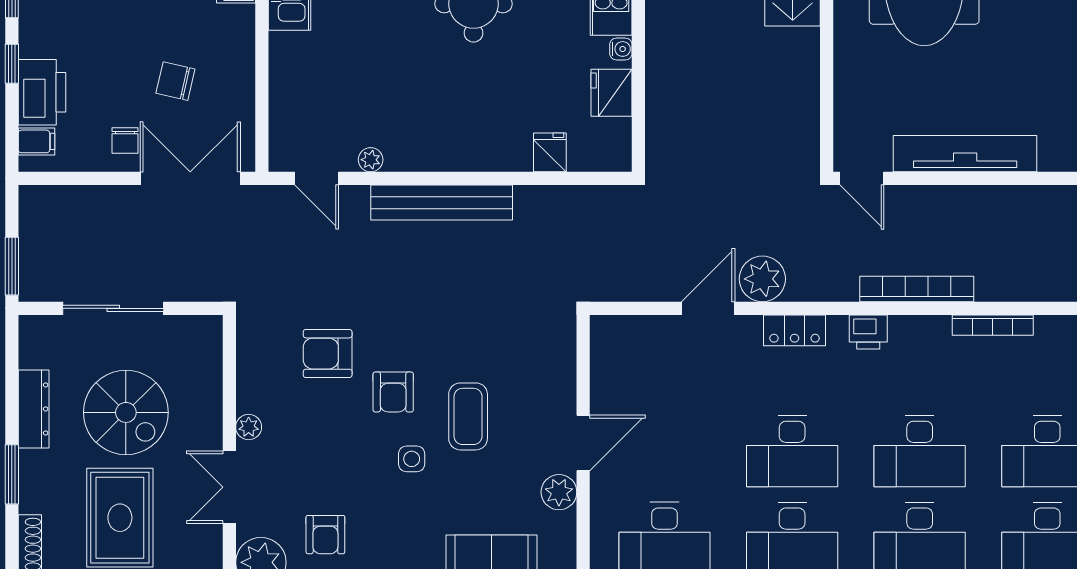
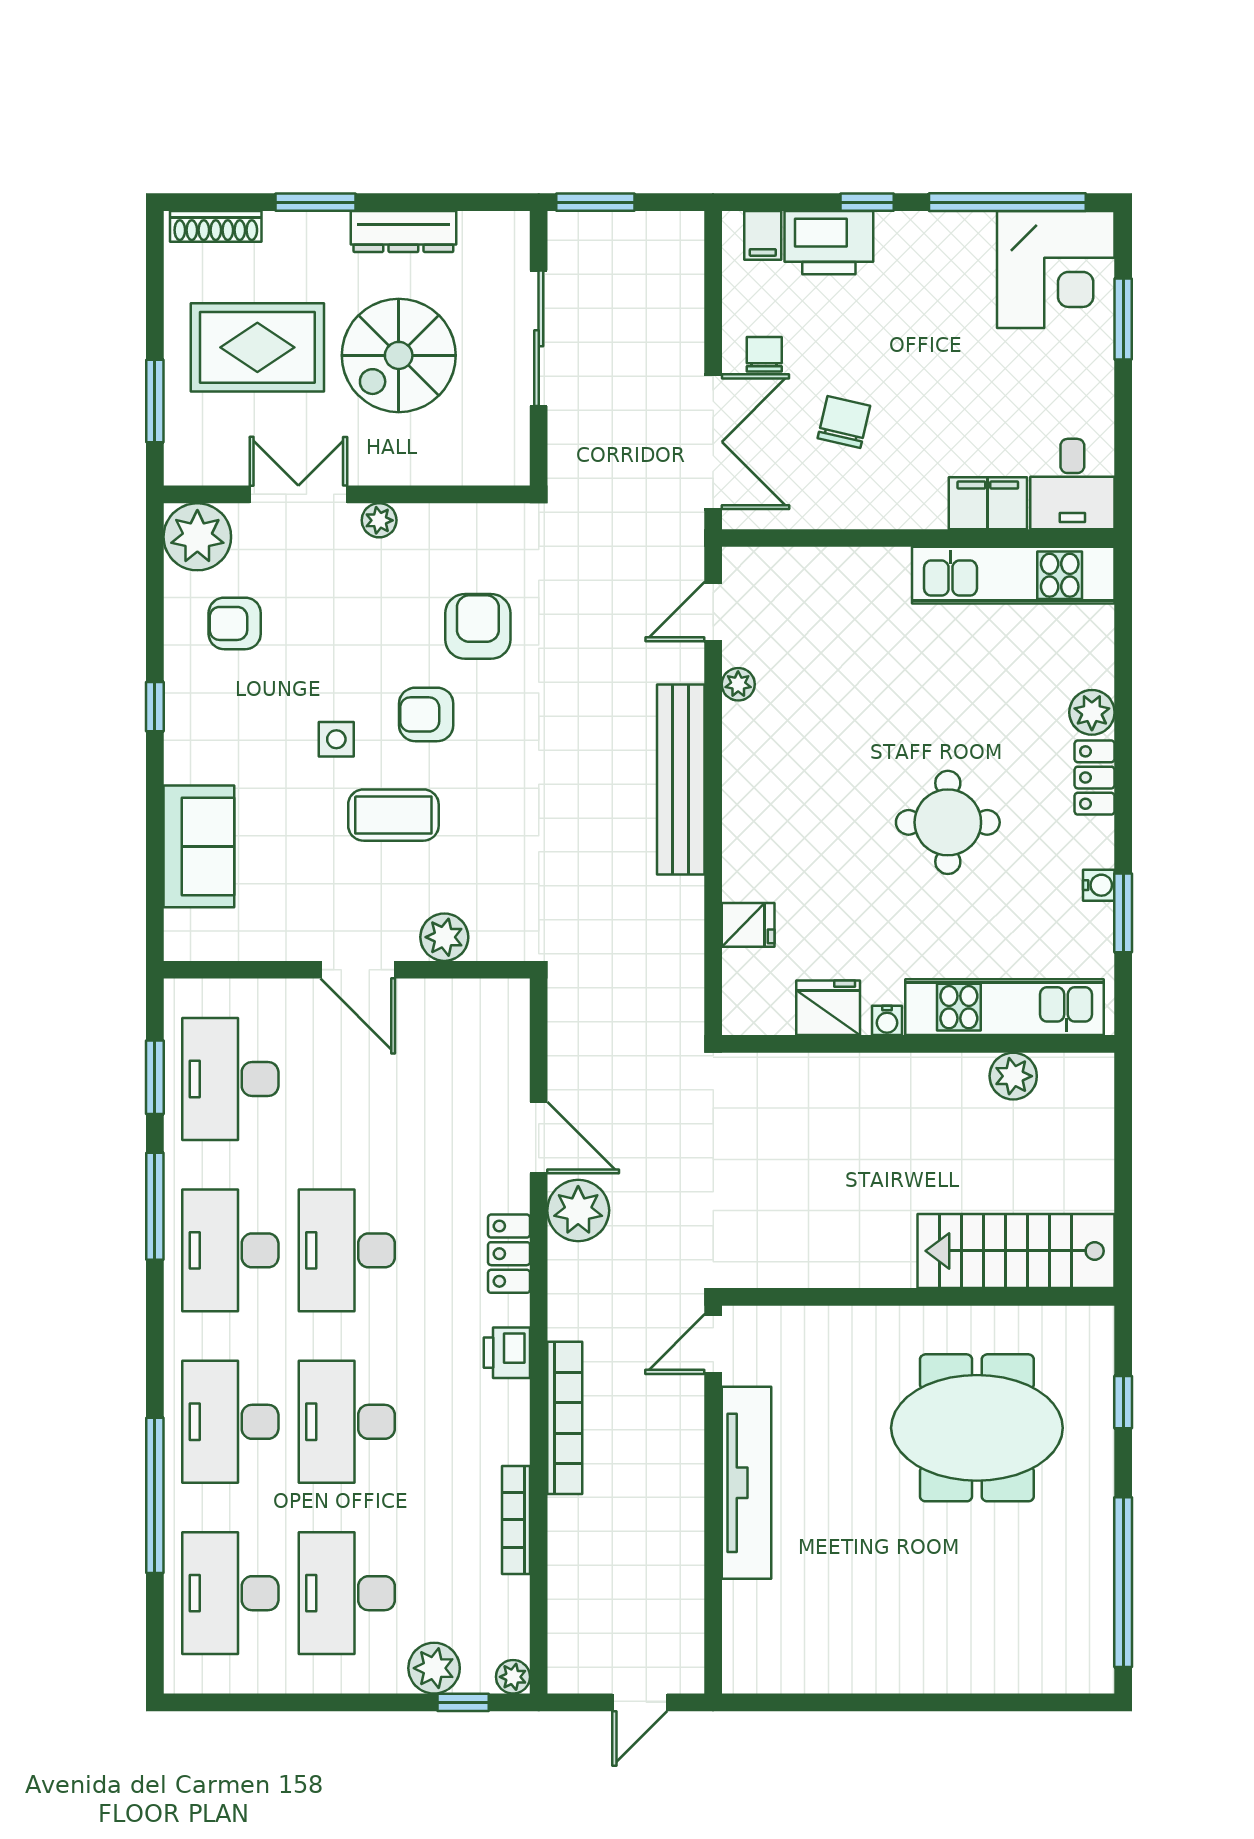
chair: (125, 140) -> (764, 354), turned 90
plant: (559, 492) -> (444, 937), moved

